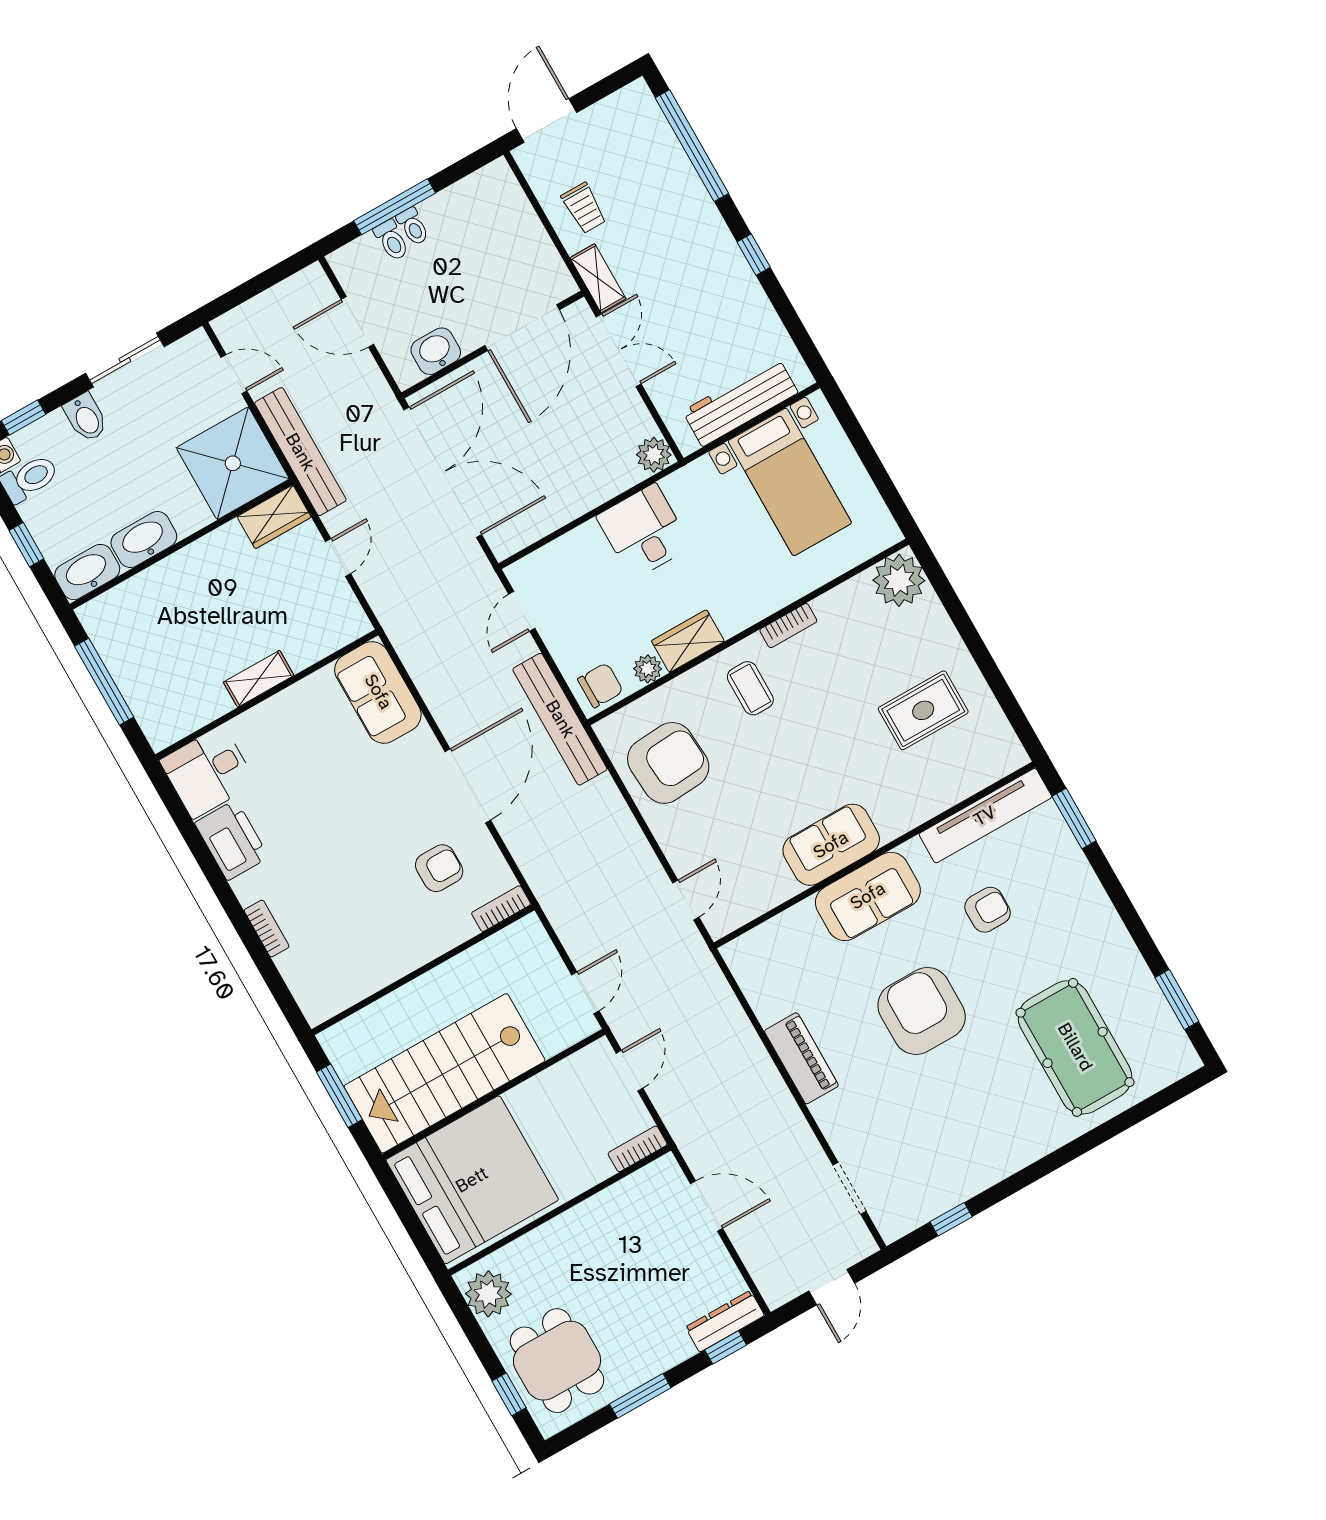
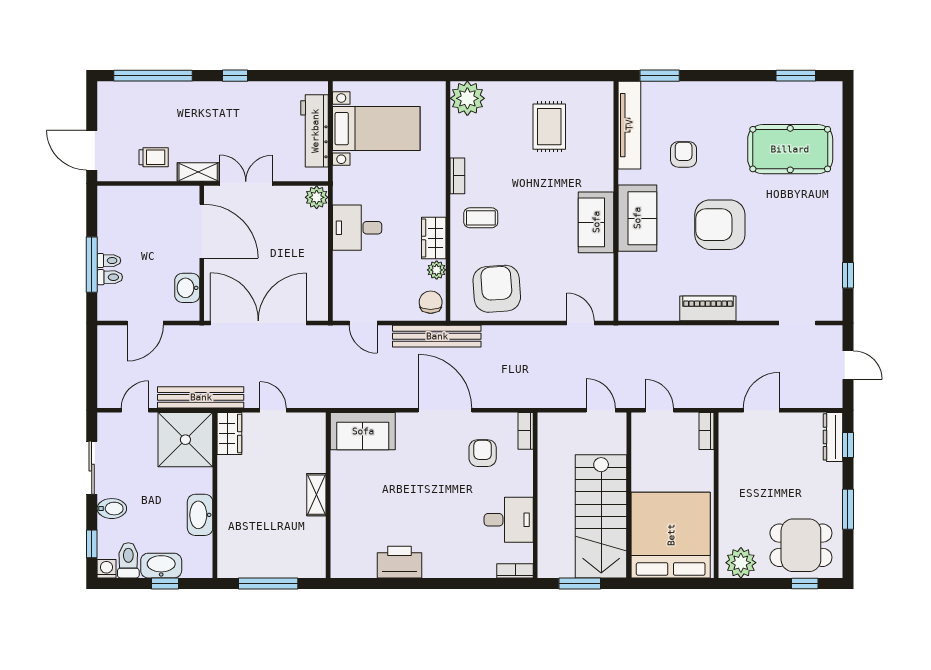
washbasin: (87, 572) -> (161, 566), moved, turned 90
desk: (208, 772) -> (509, 520), moved, turned -90
bookcase: (267, 928) -> (515, 571), moved

